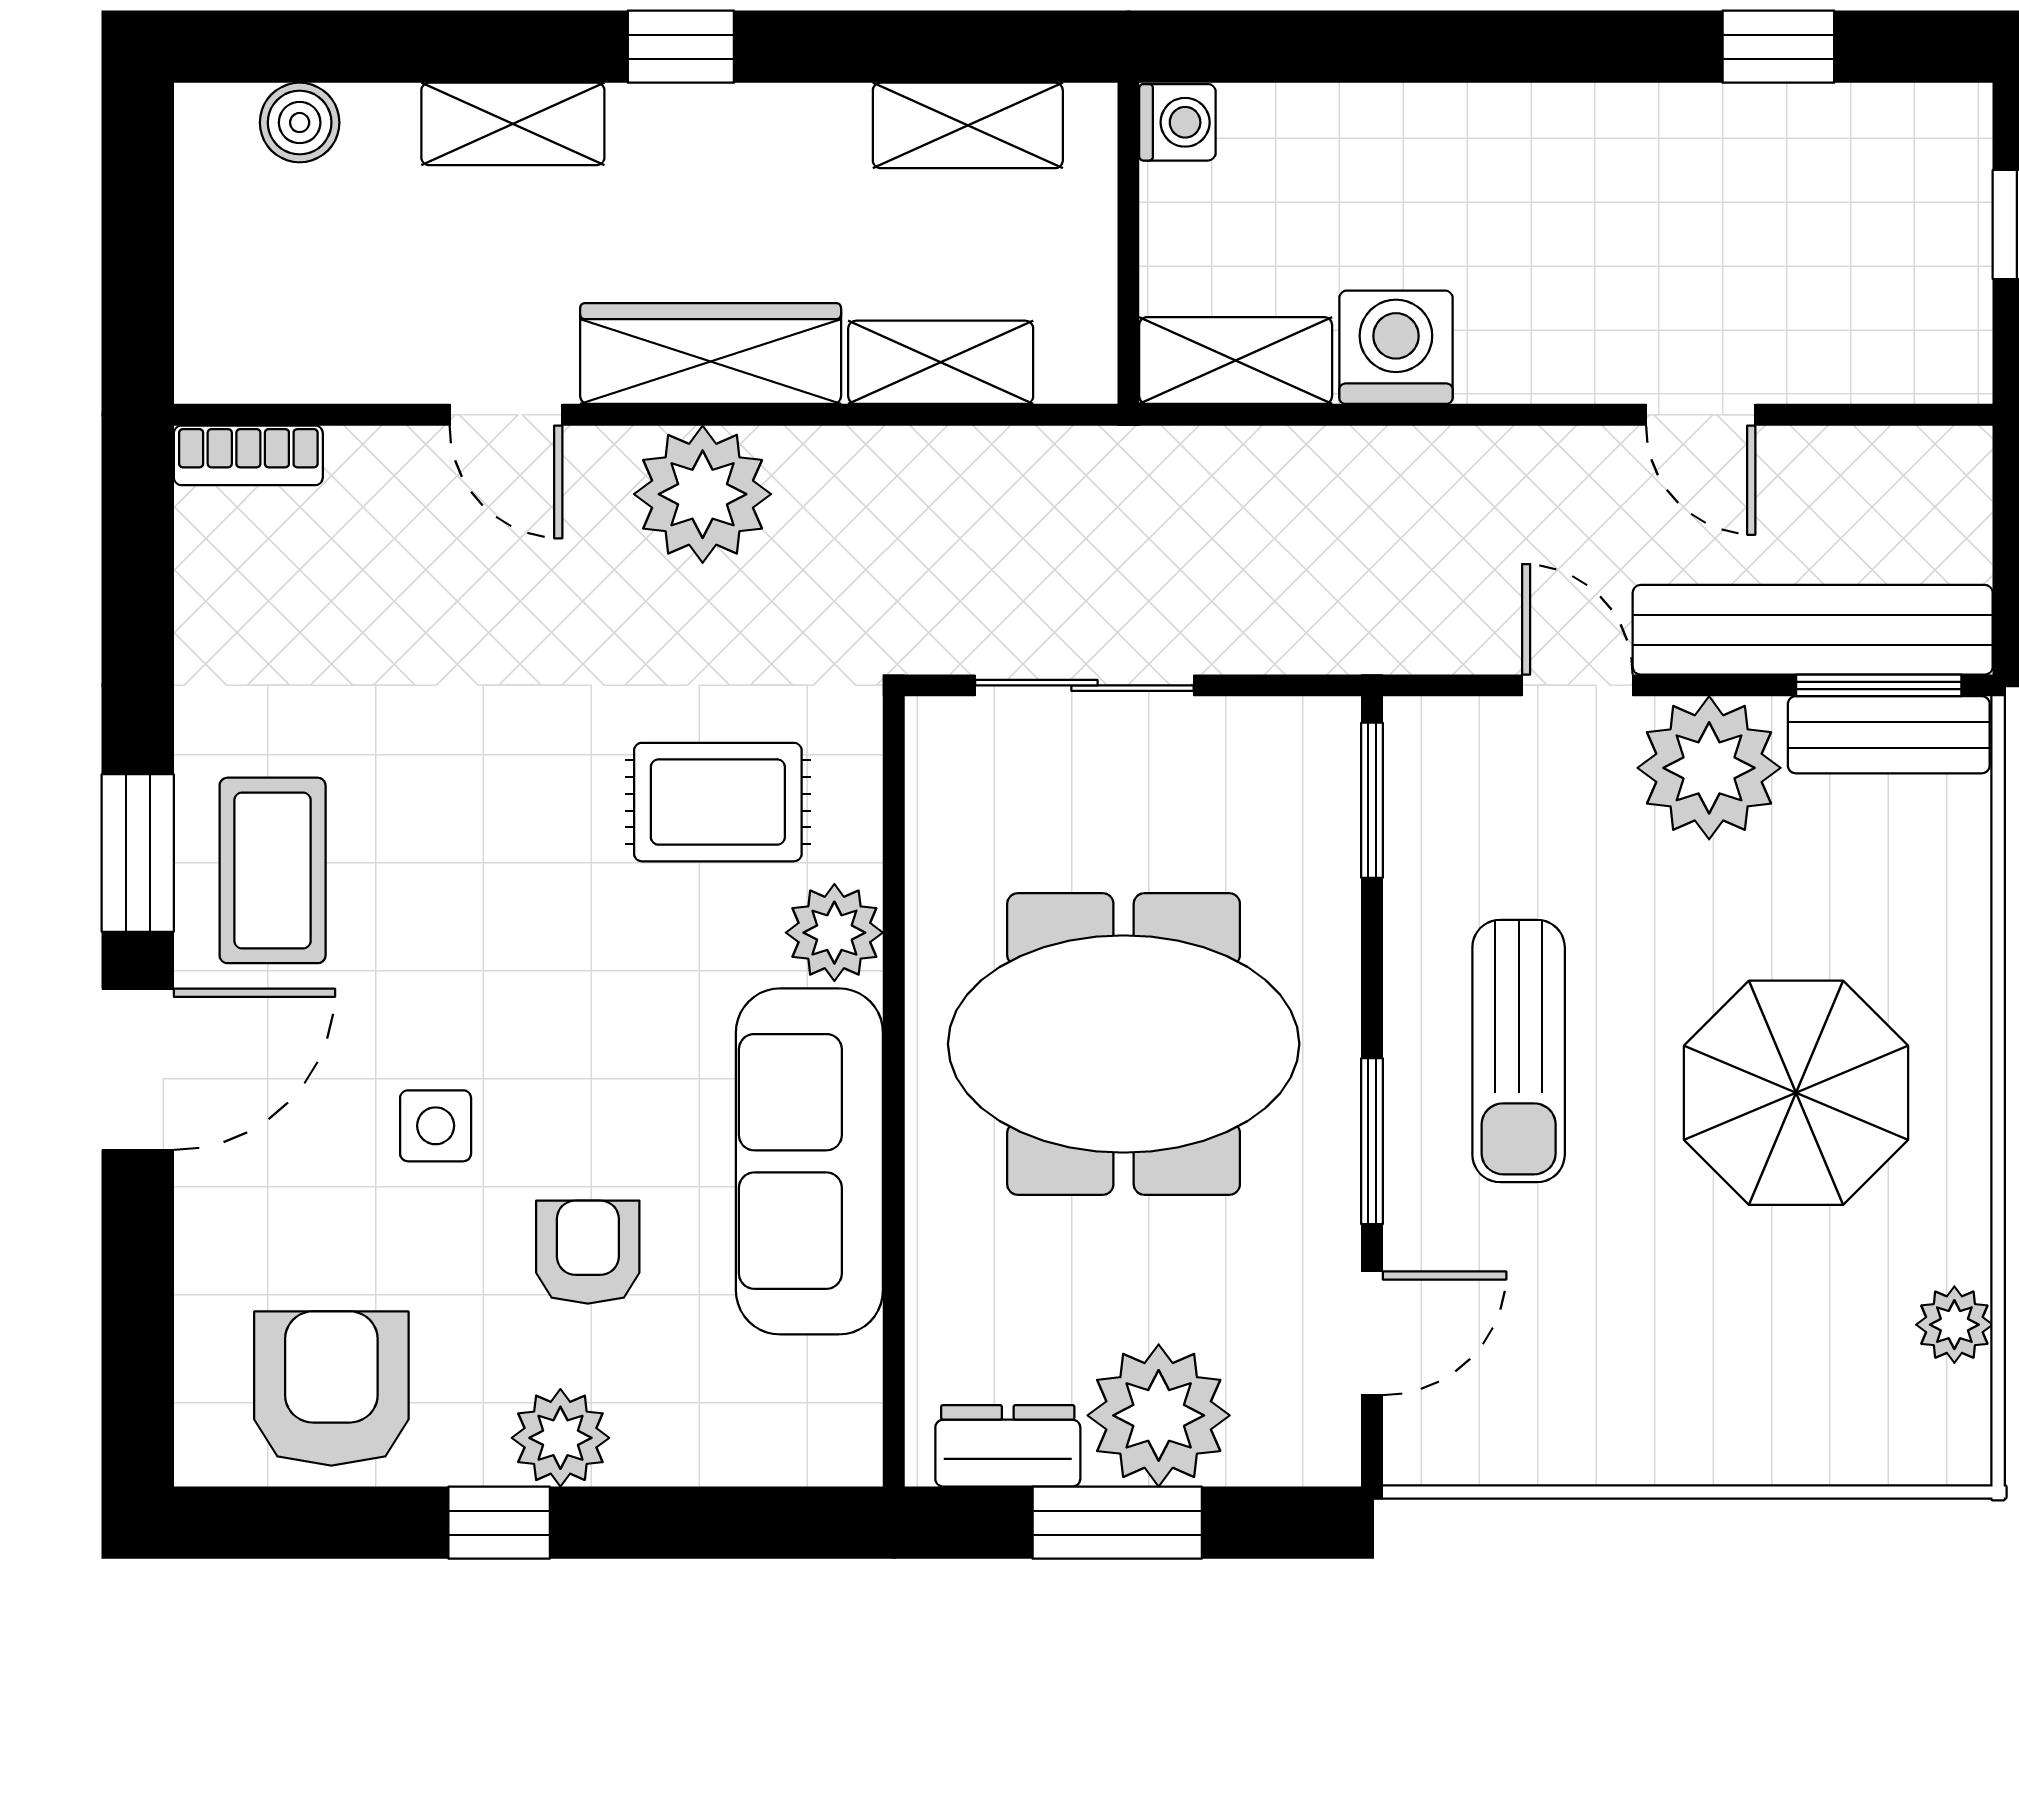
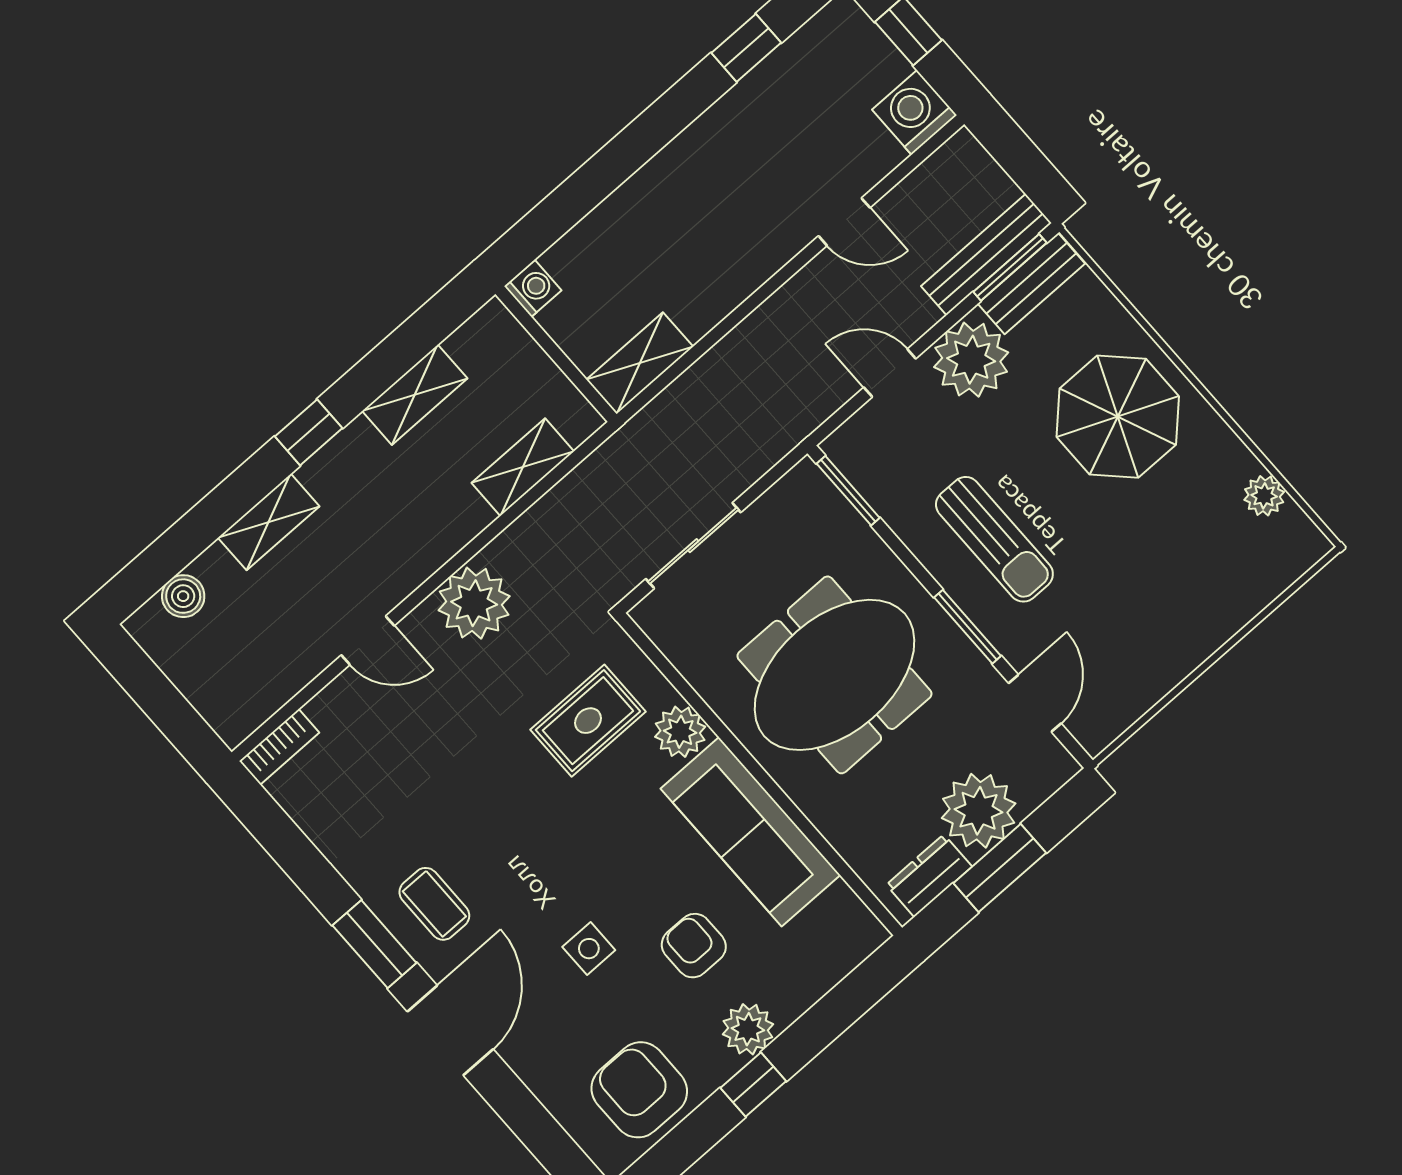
shelving: (968, 125) -> (415, 395), moved
washing machine: (1396, 347) -> (914, 112), moved
wardrobe: (711, 353) -> (428, 544), removed
bench: (1813, 630) -> (986, 255), width x0.73, depth x0.82
coffee table: (273, 870) -> (434, 904), width x0.73, depth x0.77
parasol: (1796, 1093) -> (1118, 417), moved

